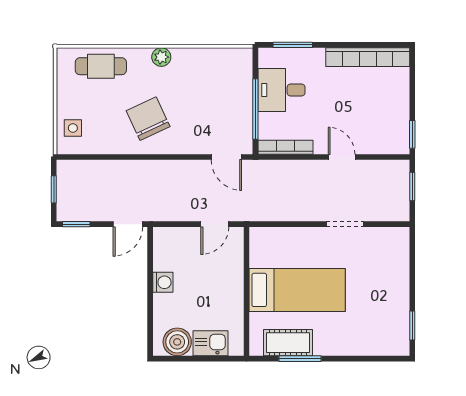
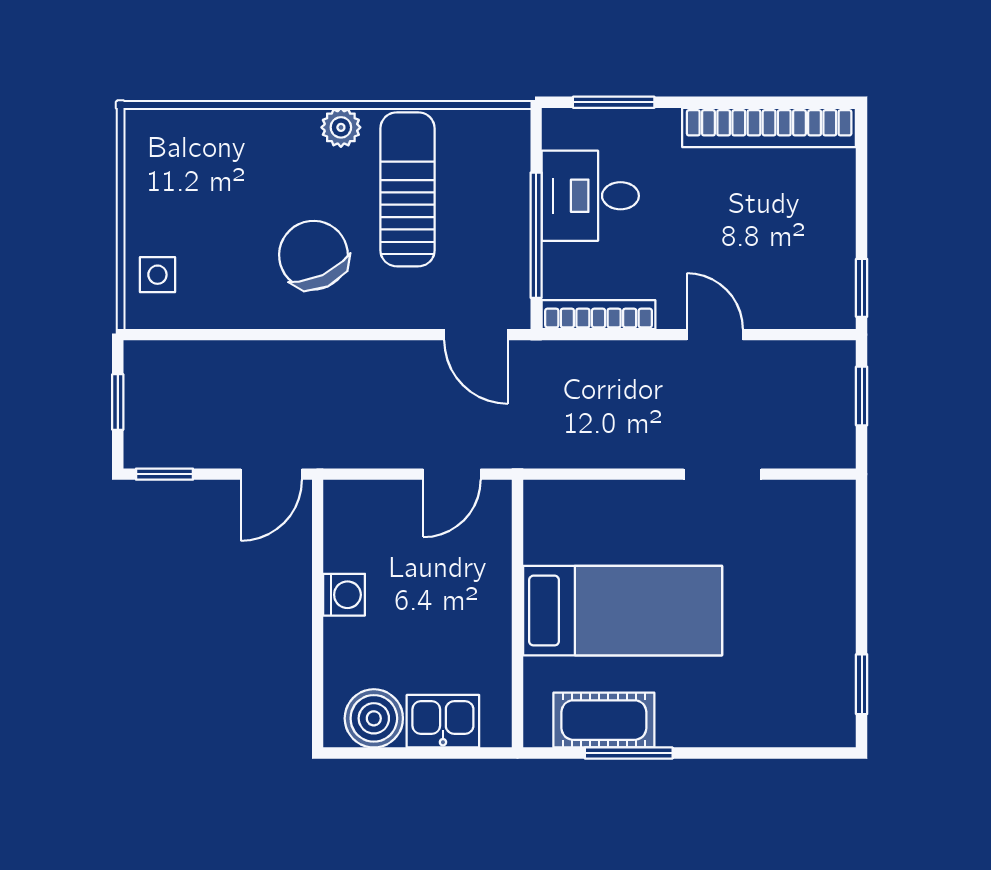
cafe table: (101, 66) -> (215, 146), removed
sun lounger: (193, 87) -> (408, 189), added

